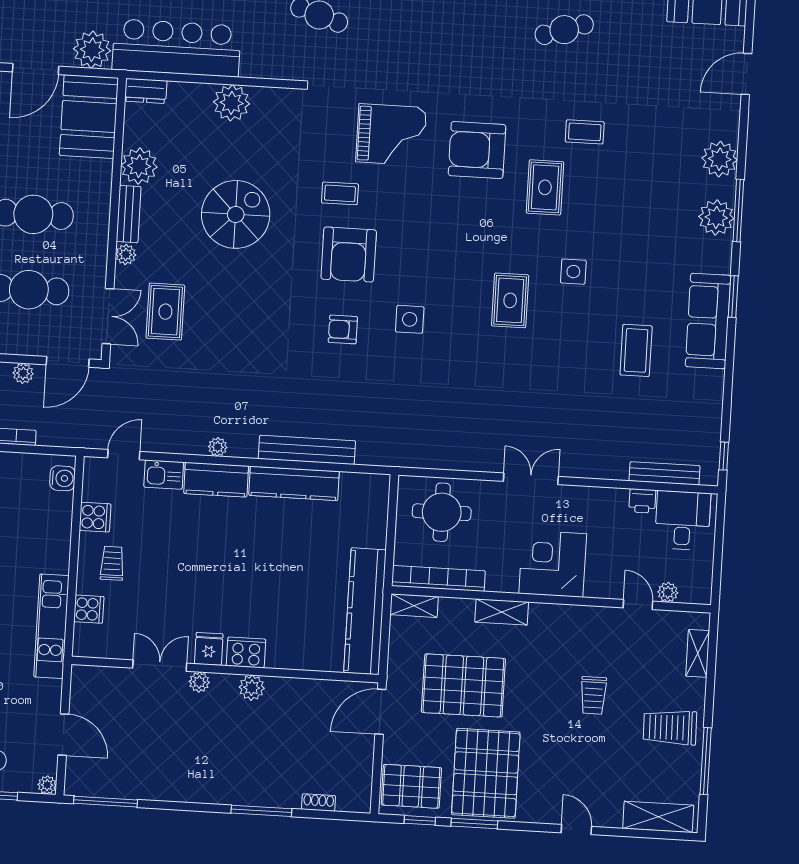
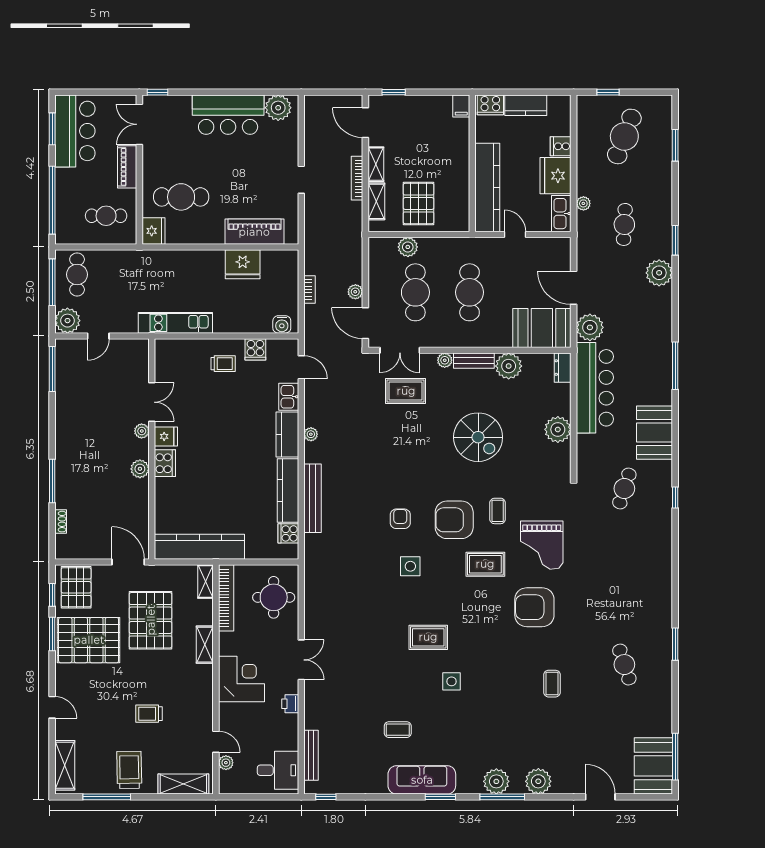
armchair: (477, 150) -> (534, 607), turned -90
rug: (545, 187) -> (485, 564), moved
coffee table: (636, 350) -> (398, 730), width x0.73, depth x0.77
printer: (642, 501) -> (290, 704), moved
door: (638, 605) -> (216, 742), hinge flipped
cooker: (89, 609) -> (288, 533), moved, turned 90
shelving: (698, 653) -> (183, 784), width x1.50, depth x1.33
door: (63, 735) -> (98, 336), width x0.73
plant: (47, 785) -> (67, 321), width x1.87, depth x1.87
door: (576, 830) -> (52, 707), hinge flipped

